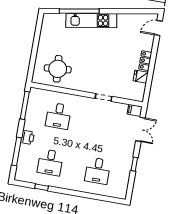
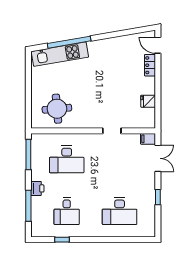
kitchen unit: (91, 21) -> (60, 54), moved
door: (158, 28) -> (158, 45), hinge flipped
locker: (145, 61) -> (150, 65), moved
desk: (58, 116) -> (67, 159), width x1.37
desk: (98, 171) -> (120, 211), width x1.37

